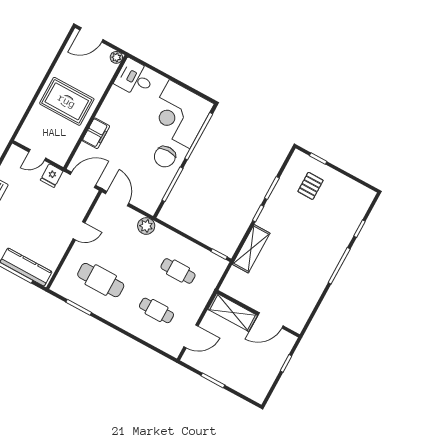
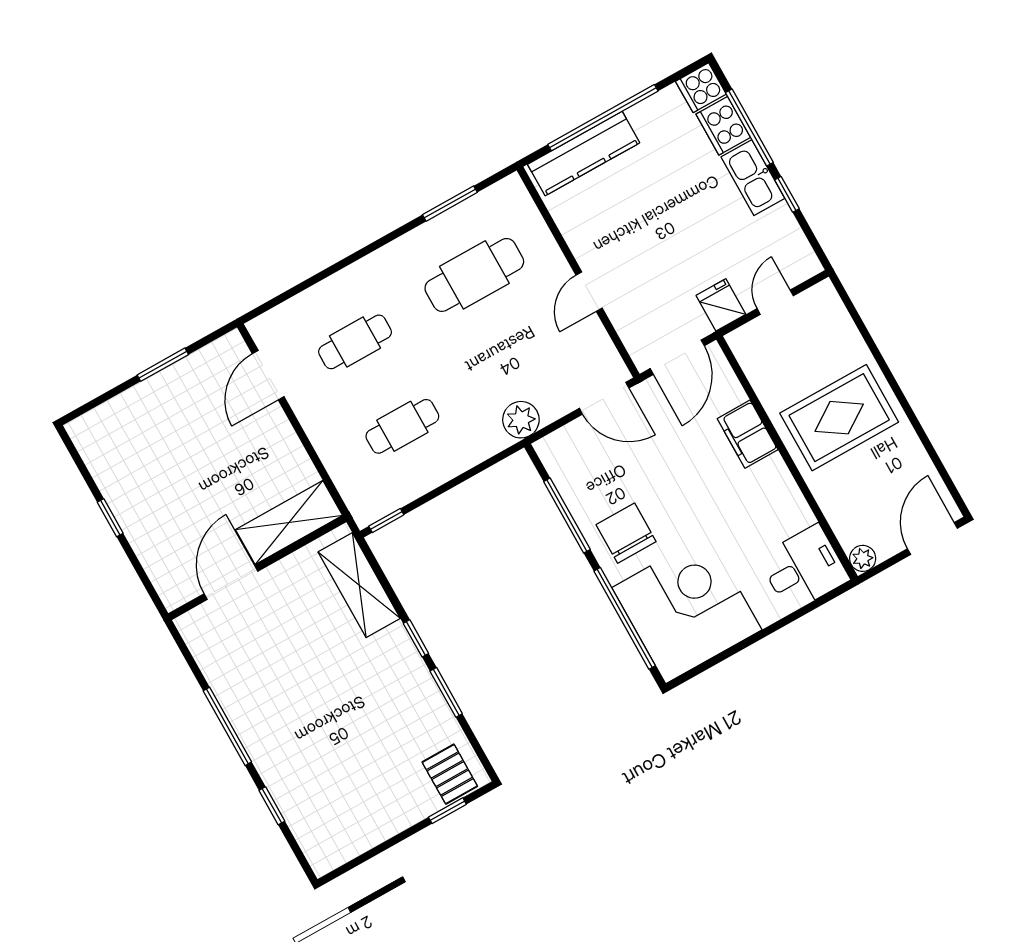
pallet: (310, 186) -> (450, 774), moved
shelving: (233, 312) -> (289, 522), moved
wall: (258, 314) -> (257, 568), moved
door: (271, 320) -> (231, 582), moved

